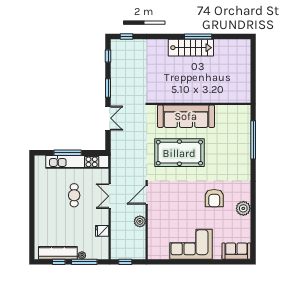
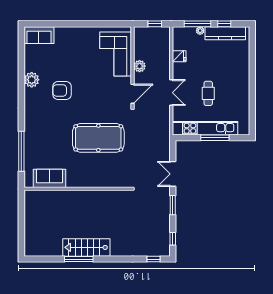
sofa: (186, 116) -> (49, 178), moved, width x0.54, depth x0.79
armchair: (214, 198) -> (62, 90), turned -90
corner sofa: (191, 244) -> (116, 54), moved, turned 90

